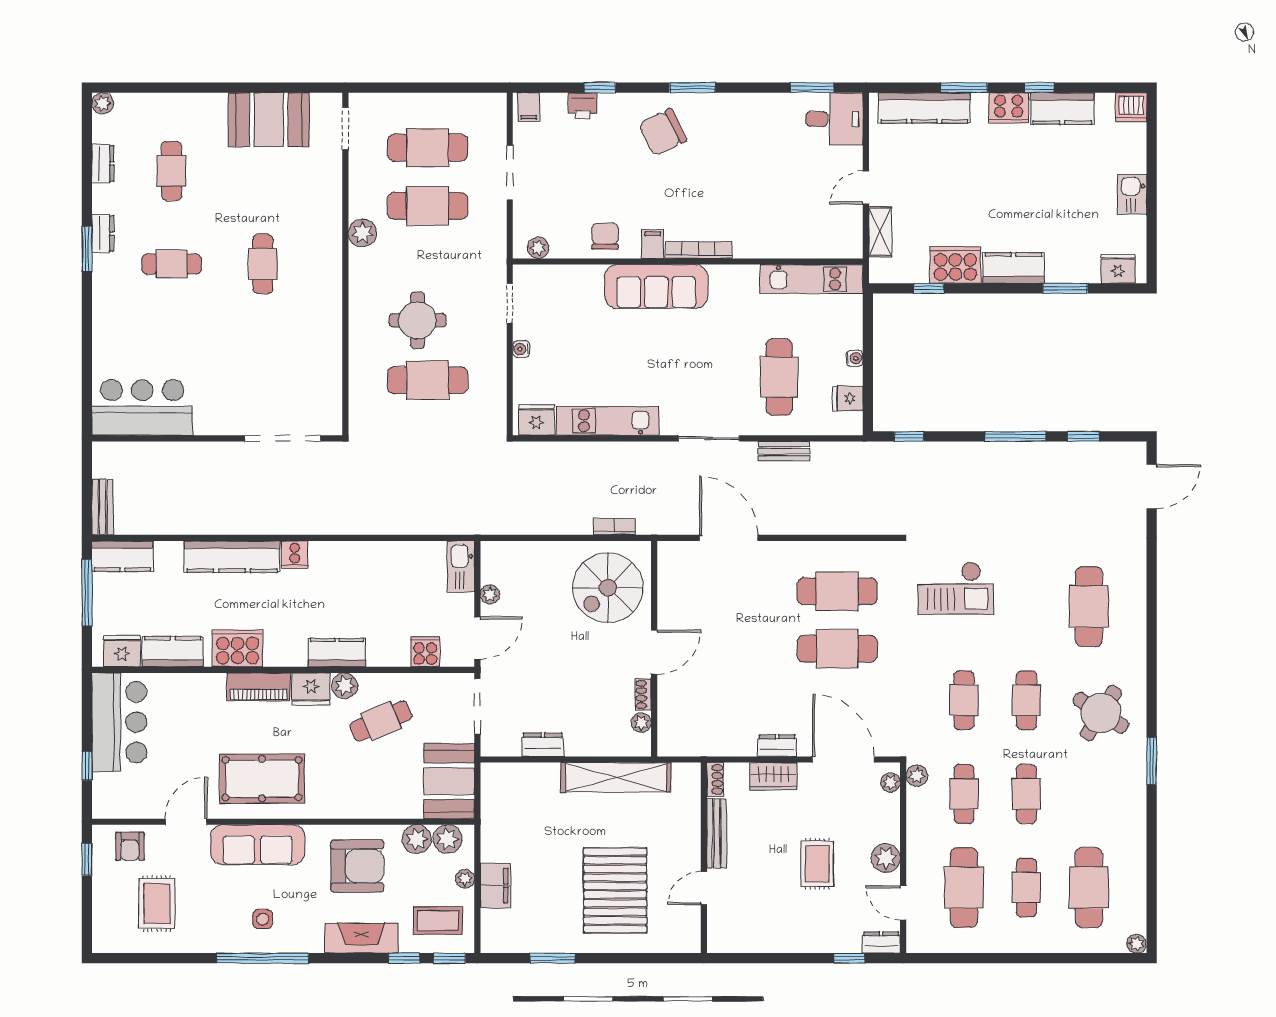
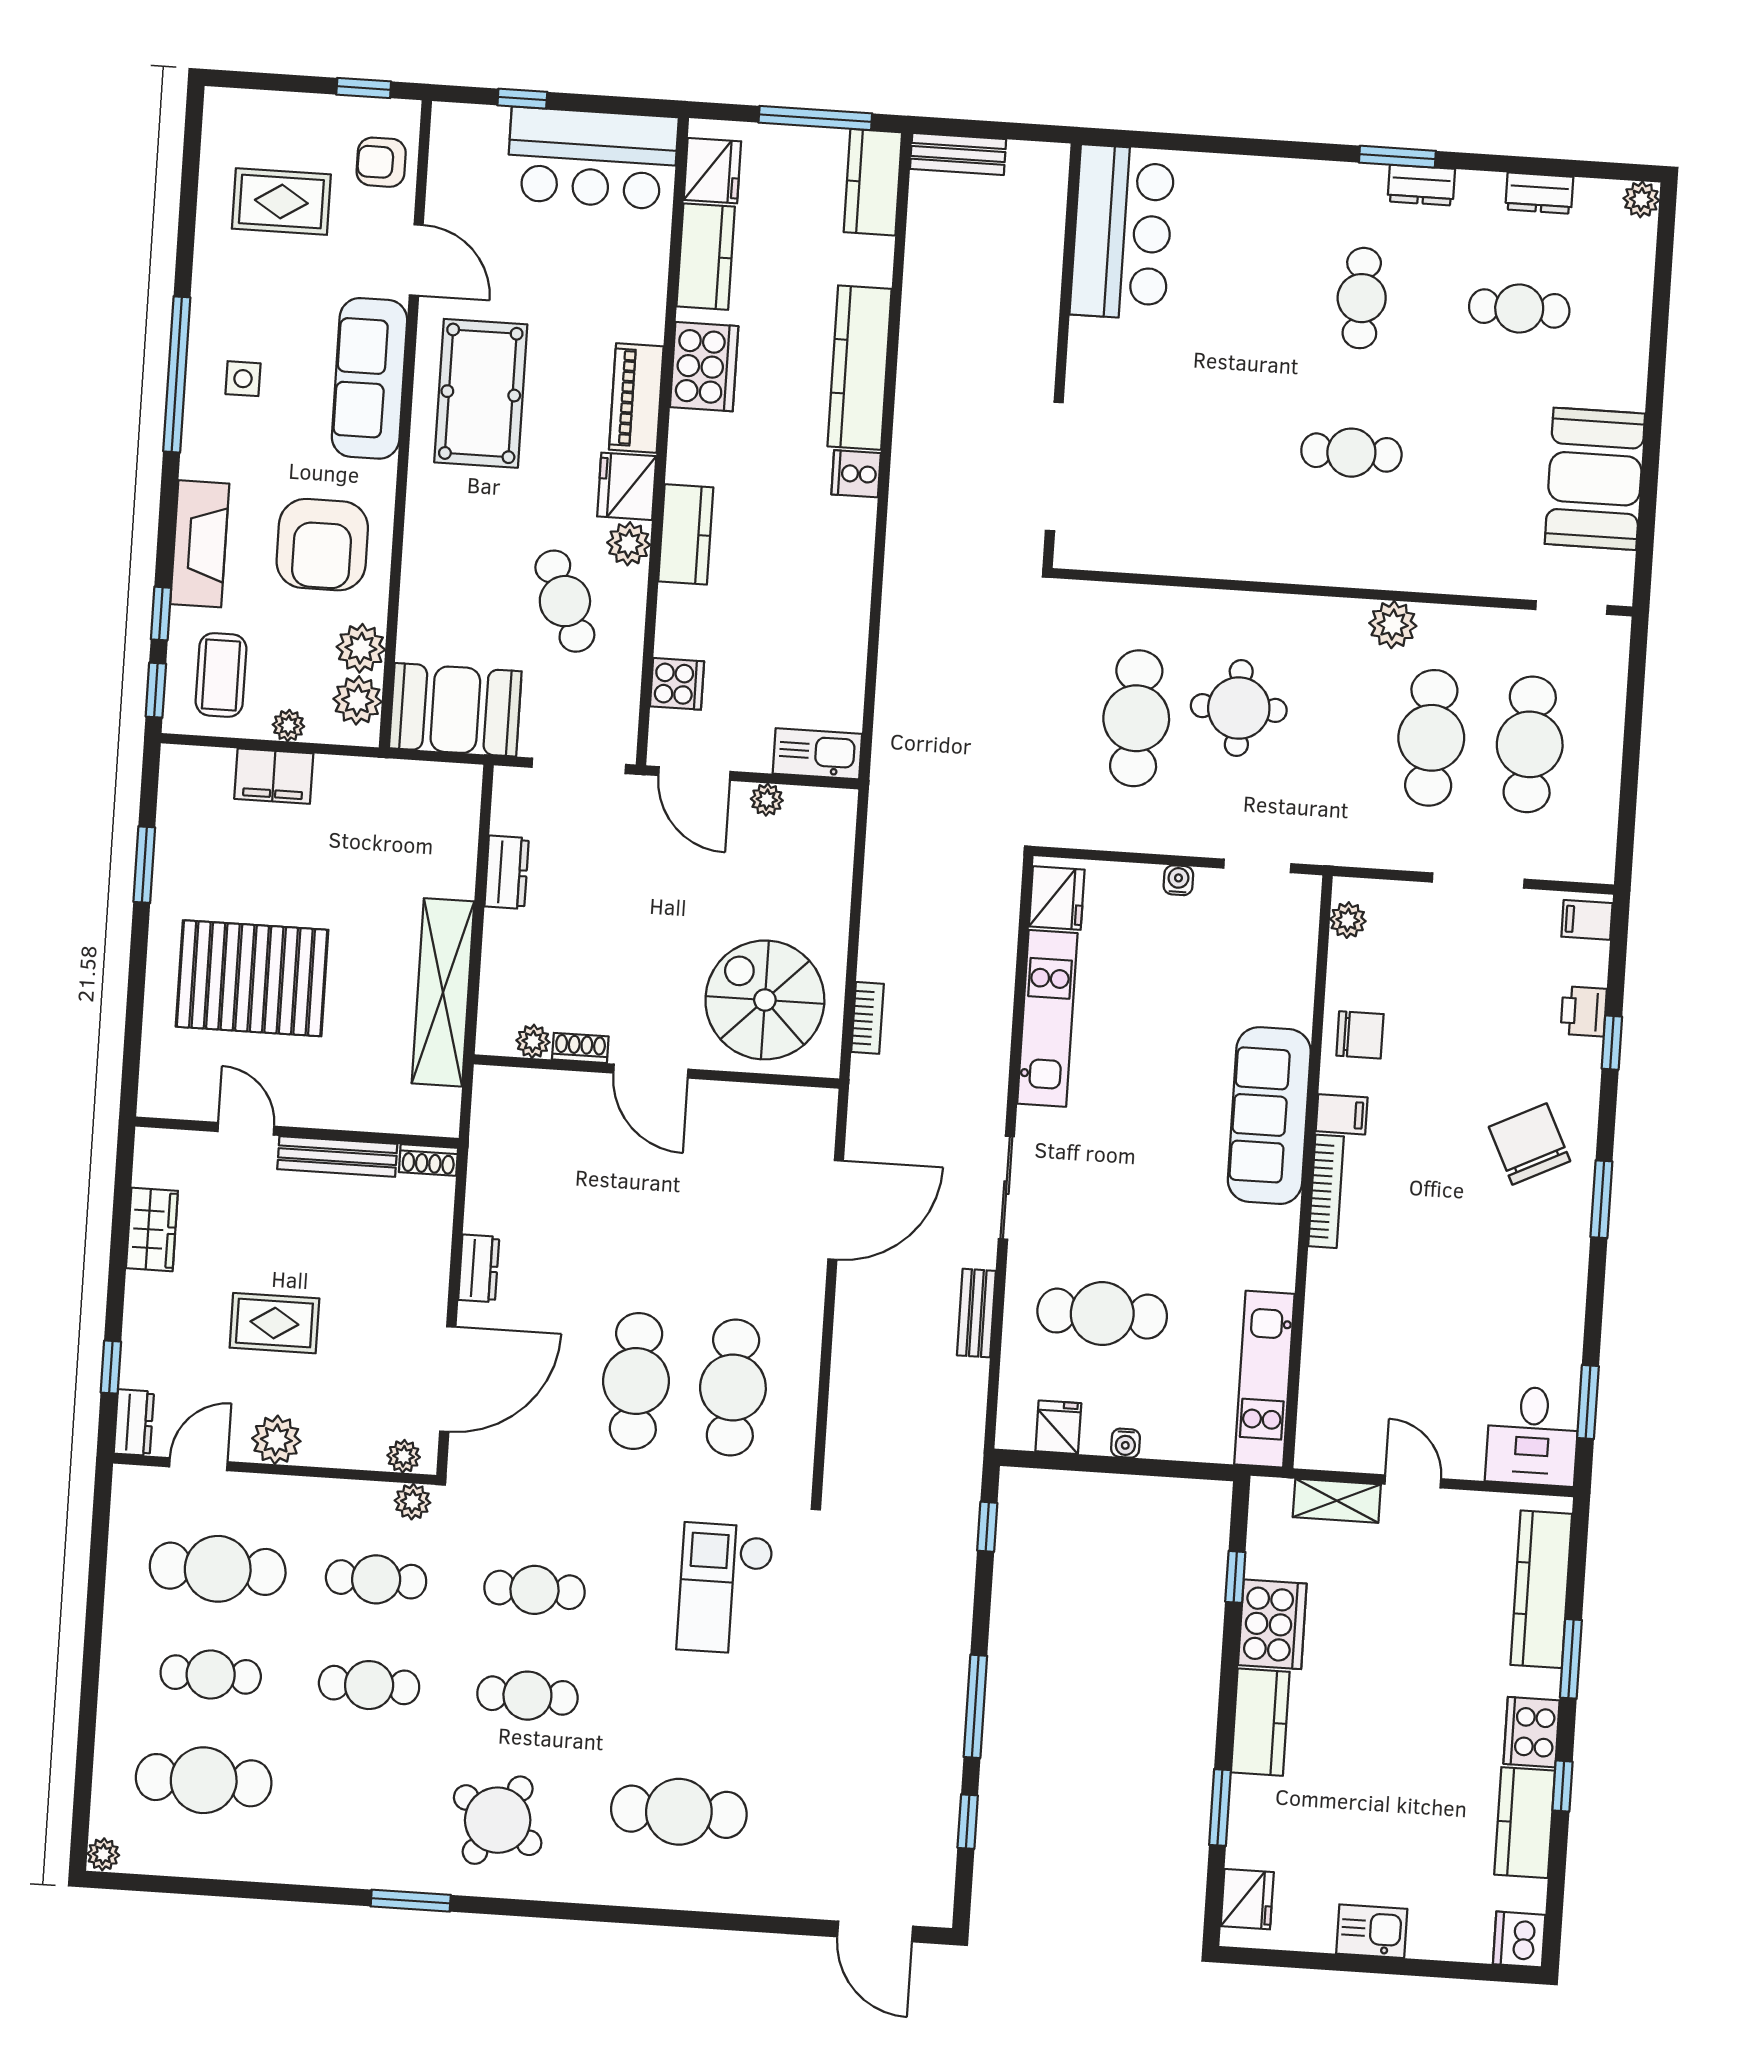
wardrobe: (773, 776) -> (152, 1229), moved, turned 180

